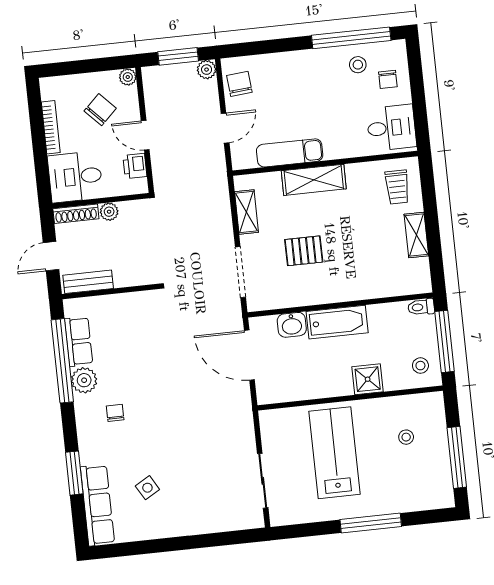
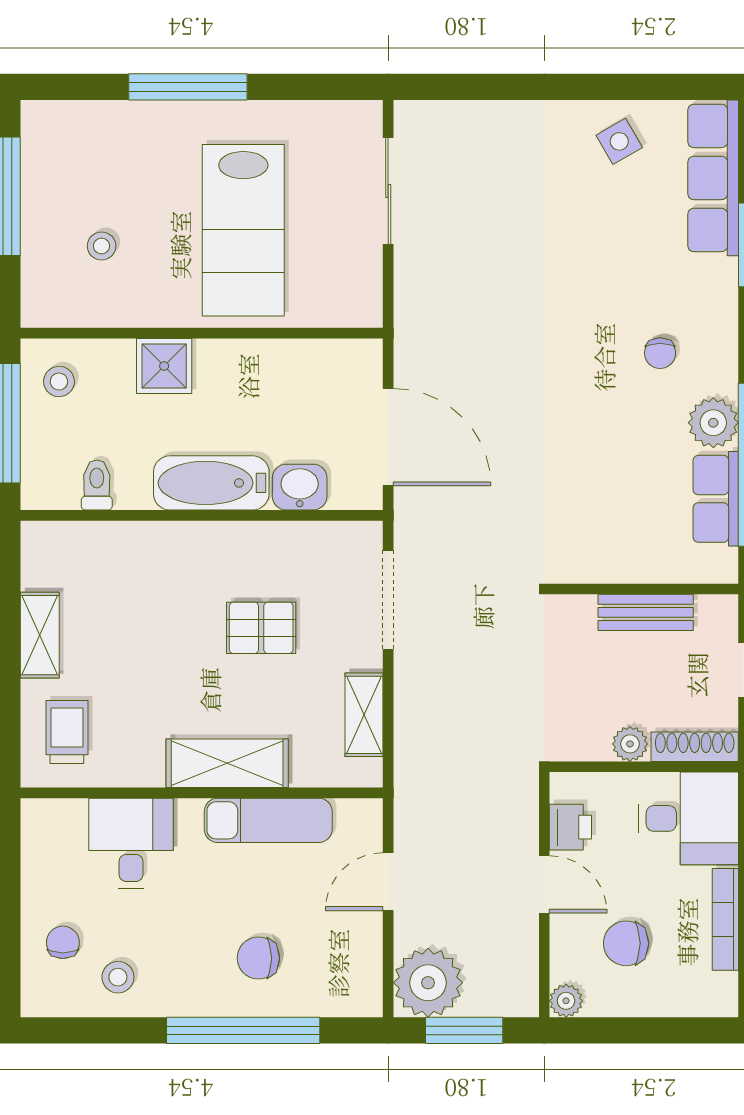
window: (351, 38) -> (243, 1030), moved
plant: (207, 70) -> (428, 983), width x1.88, depth x1.88
chair: (239, 84) -> (258, 958), moved, turned 95
chair: (100, 110) -> (626, 943), turned 44
desk: (391, 128) -> (131, 843), moved, turned 90
bench: (88, 282) -> (646, 612), moved
toilet: (421, 307) -> (97, 485), moved, turned -90
side table: (147, 488) -> (619, 141), moved

